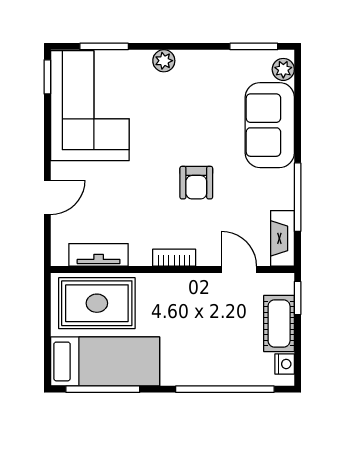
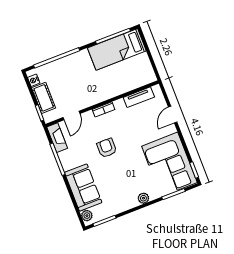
door: (239, 270) -> (72, 116), hinge flipped
rug: (97, 303) -> (131, 75), removed

